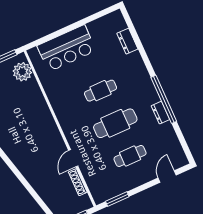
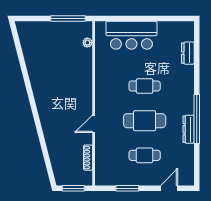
plant: (22, 72) -> (87, 43), width x0.53, depth x0.53
dresser: (160, 113) -> (189, 129), width x1.44
door: (73, 158) -> (94, 124), moved
window: (117, 199) -> (127, 188), moved

